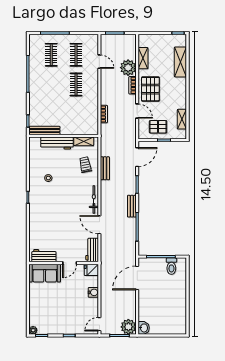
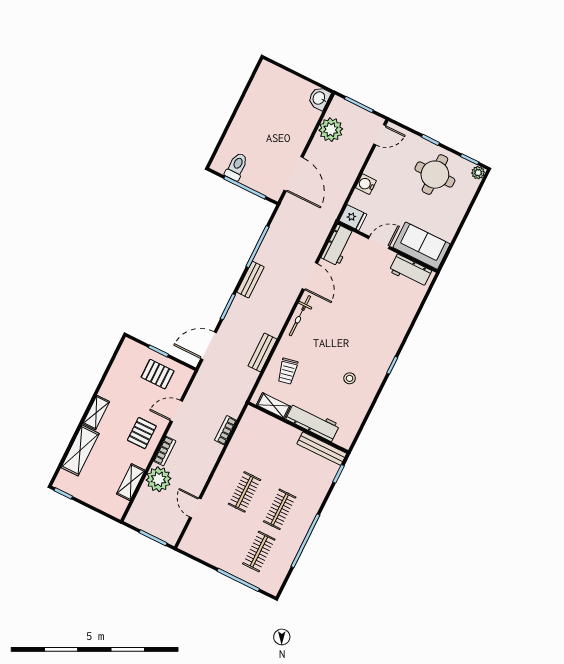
clothes rail: (76, 55) -> (280, 509), moved
pallet: (150, 89) -> (142, 433), width x0.67, depth x0.71
door: (137, 111) -> (176, 411), hinge flipped
shelving: (182, 119) -> (96, 413), moved
door: (137, 278) -> (293, 174), hinge flipped
round table: (57, 317) -> (435, 175), added
plant: (128, 327) -> (331, 130), moved

